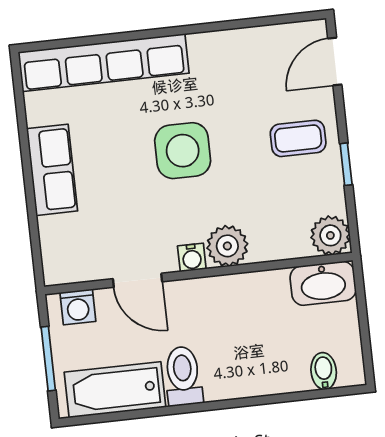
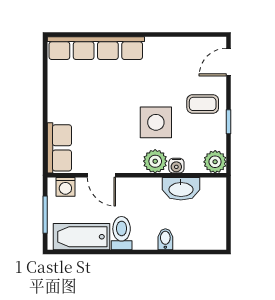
side table: (183, 151) -> (156, 122), moved
row of seats: (52, 170) -> (59, 148), moved
water cooler: (192, 257) -> (176, 166), moved
washbasin: (323, 283) -> (181, 189), moved
bidet: (324, 371) -> (165, 239), moved

